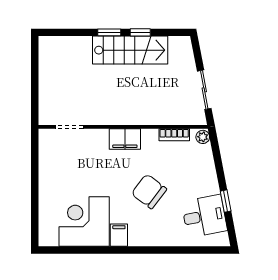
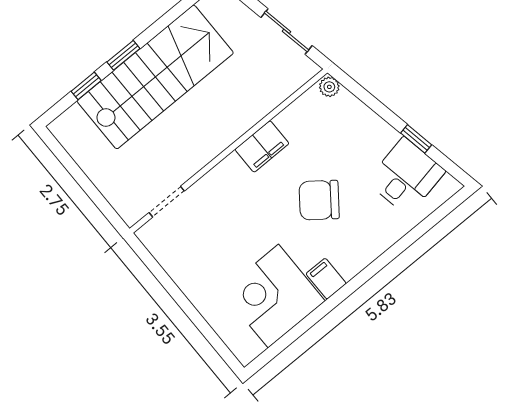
window: (140, 32) -> (86, 86), moved
stairs: (130, 50) -> (155, 77), width x1.36, depth x1.51
bookcase: (174, 135) -> (295, 111), removed
filing cabinet: (125, 139) -> (262, 146), moved

